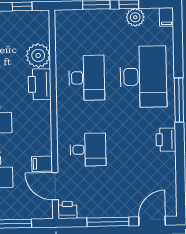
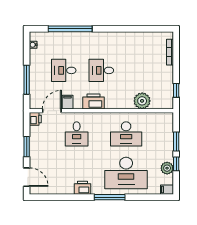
printer: (40, 84) -> (93, 101), moved
window: (108, 222) -> (27, 147), width x0.69

